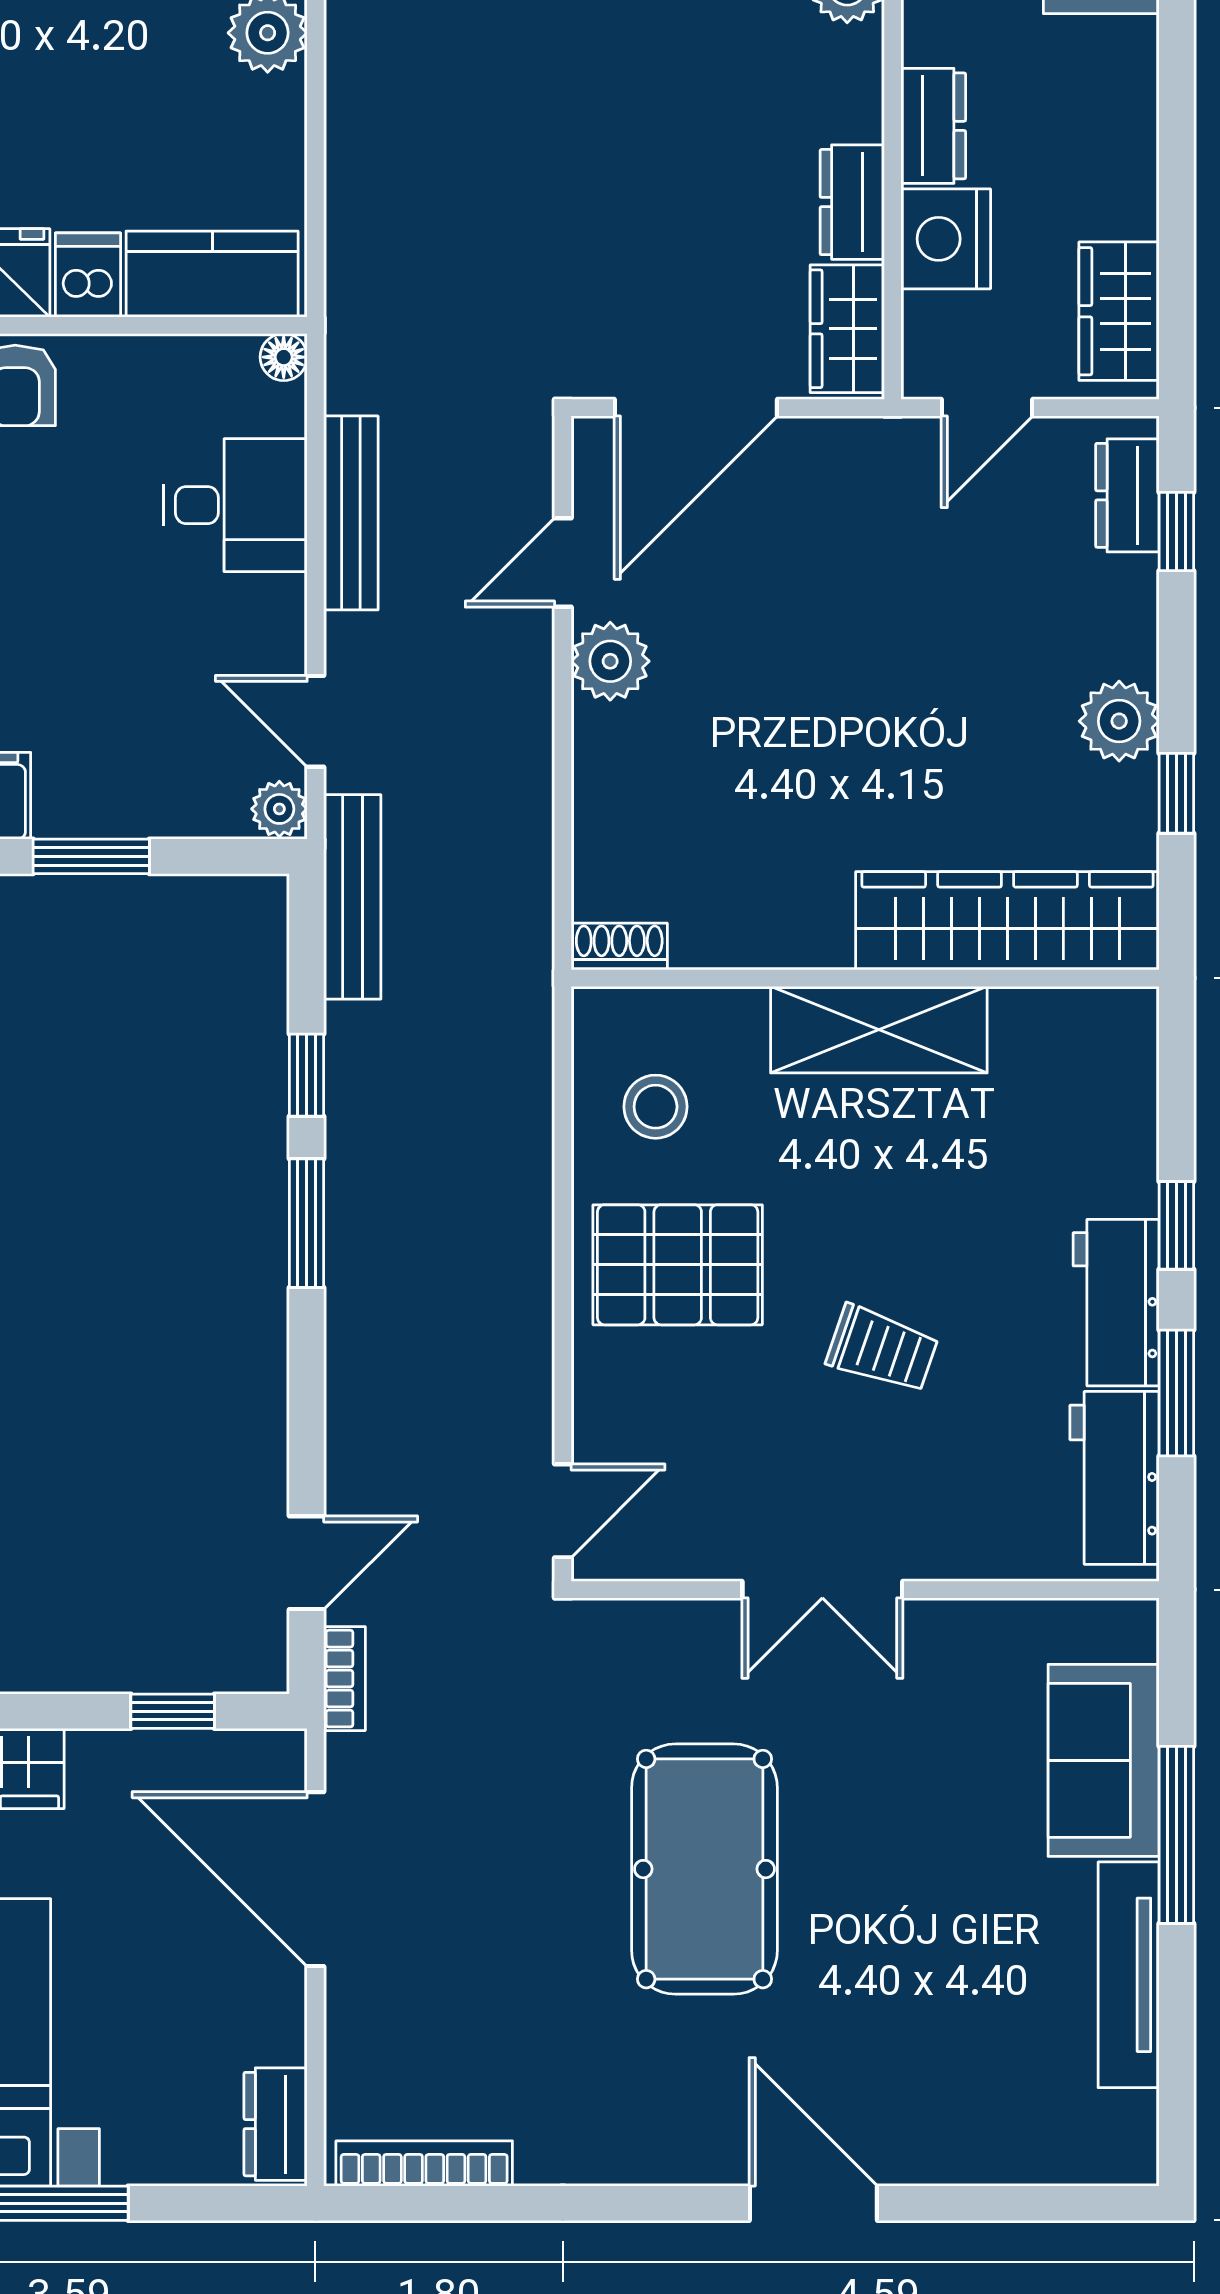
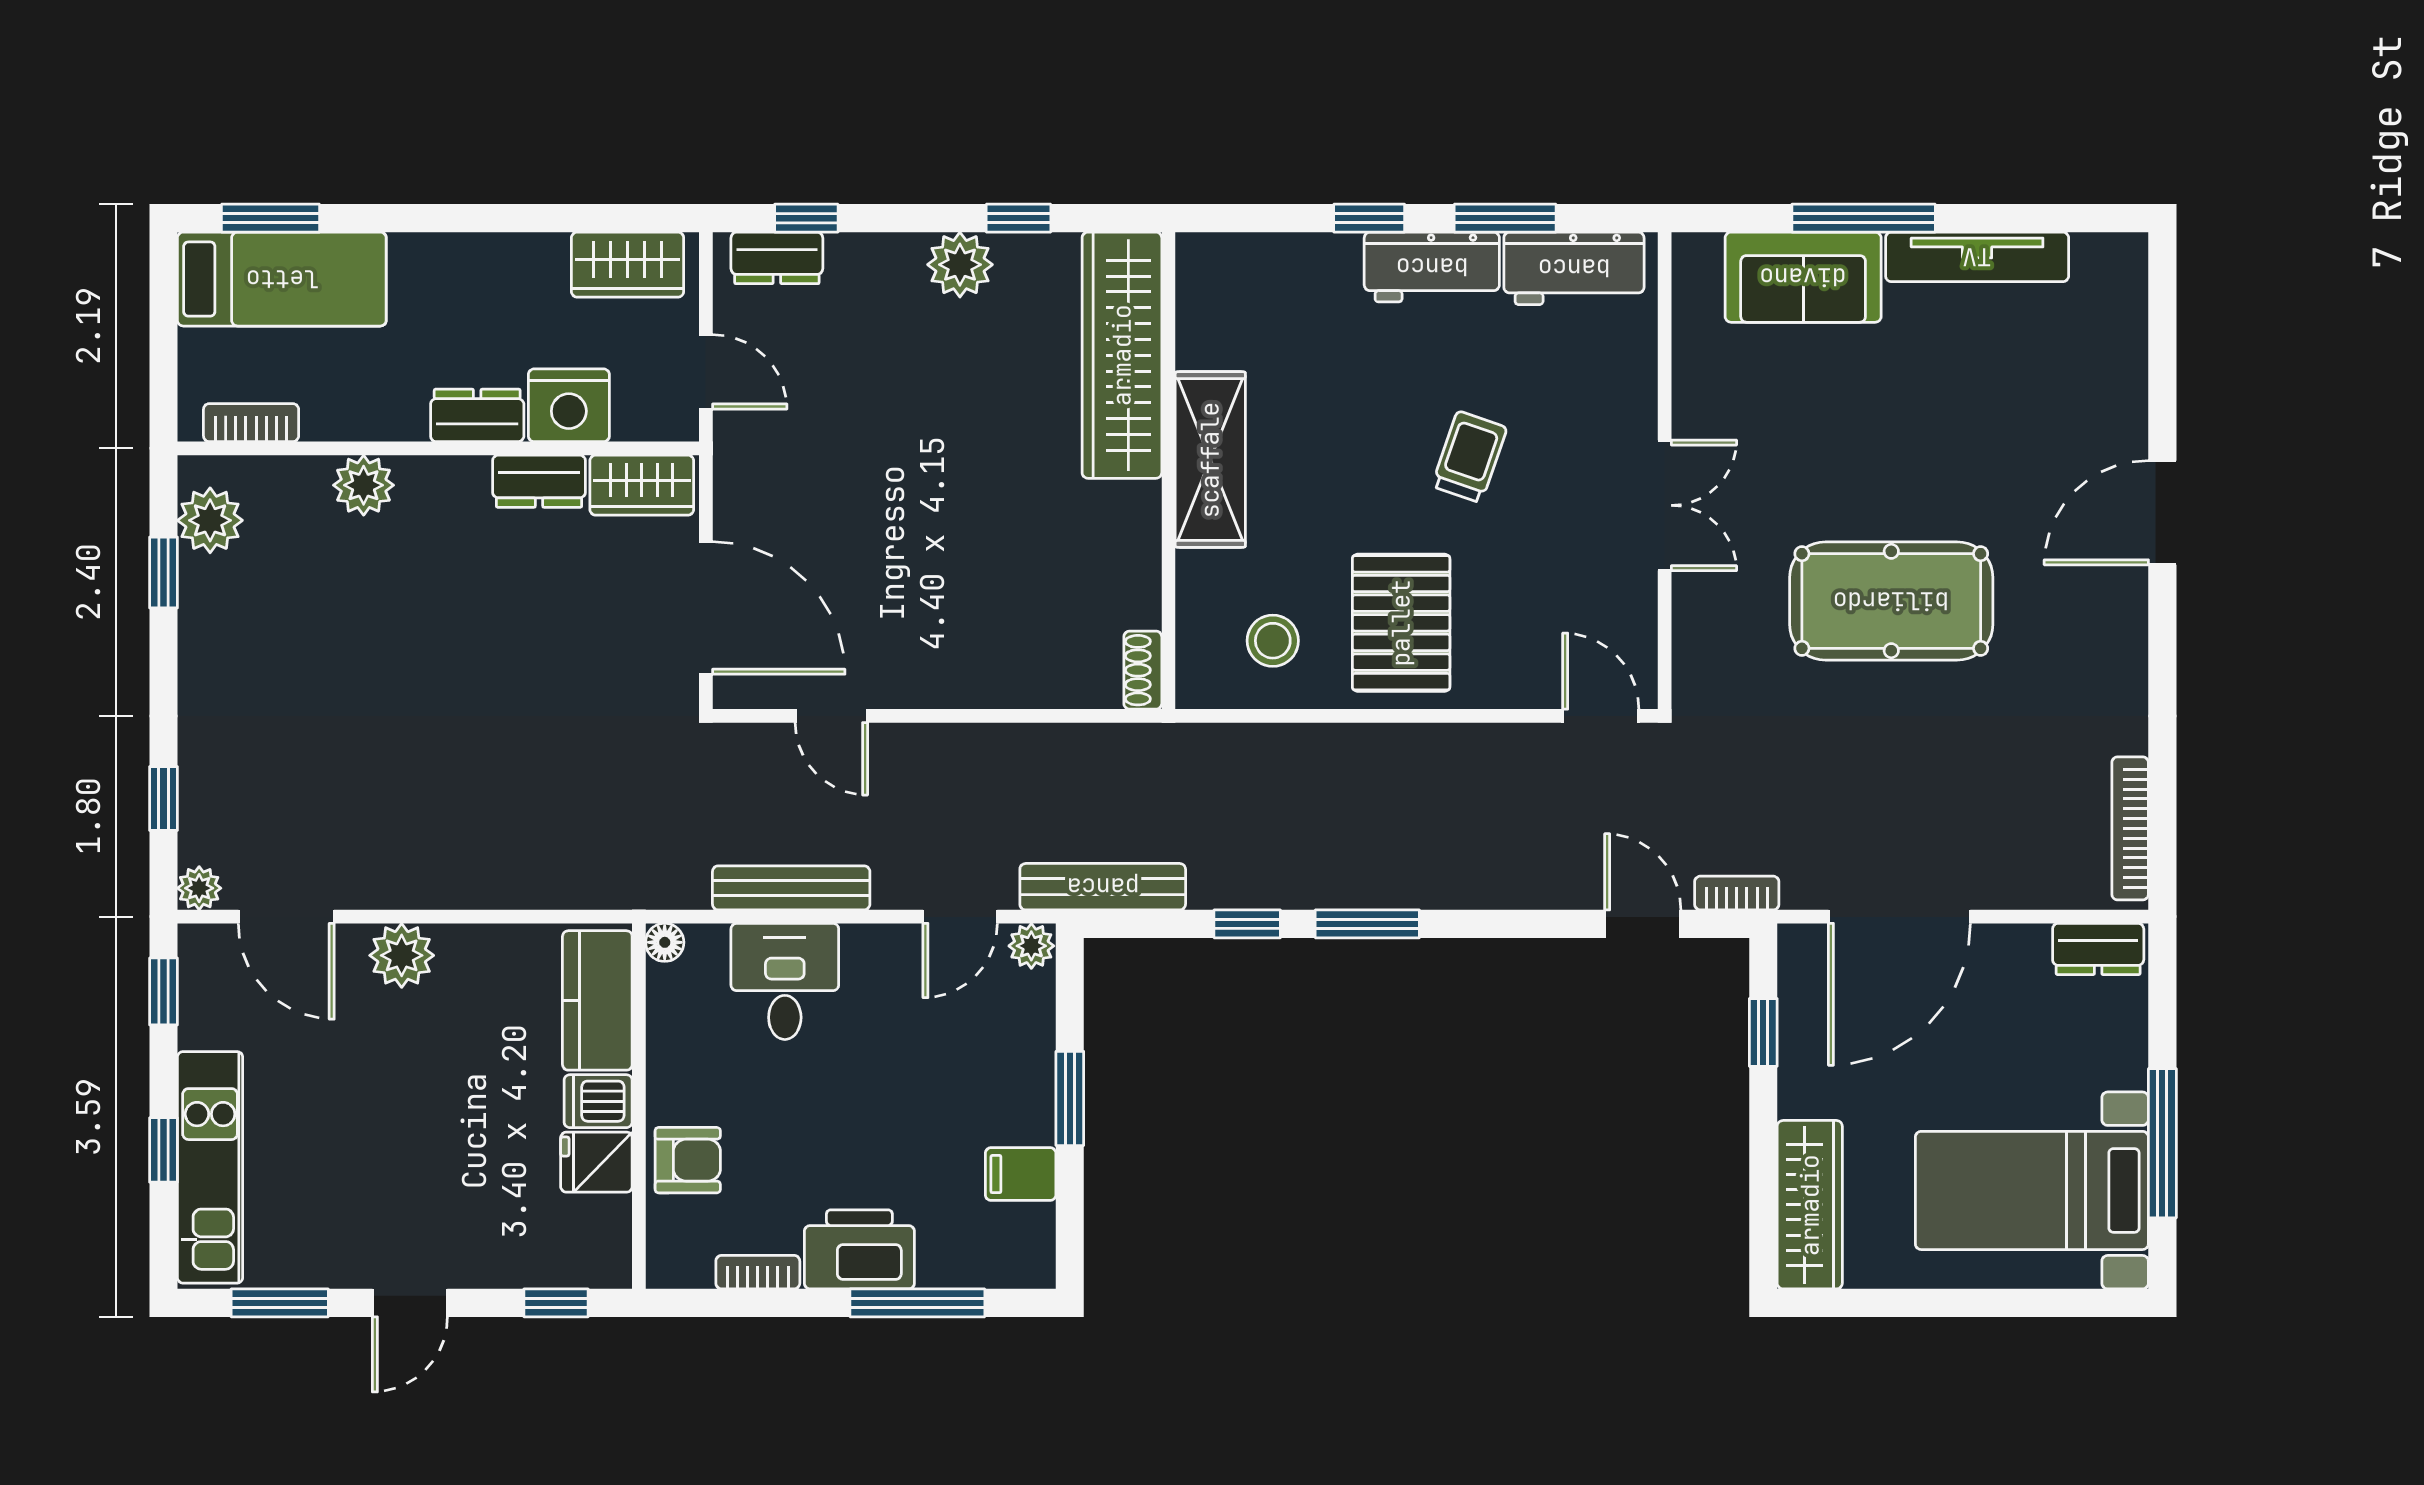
plant: (610, 661) -> (911, 677), removed

